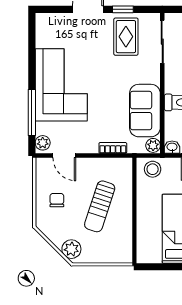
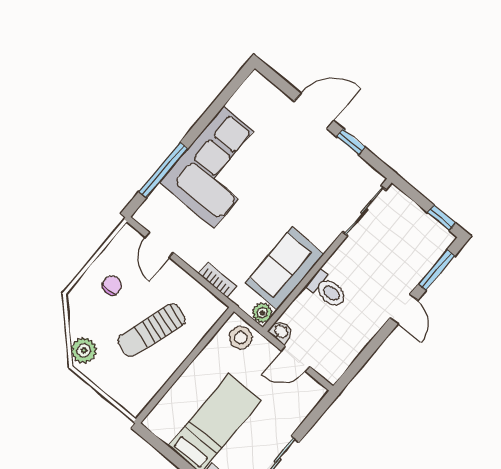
rug: (126, 37) -> (330, 173), removed
plant: (43, 143) -> (148, 212), removed

